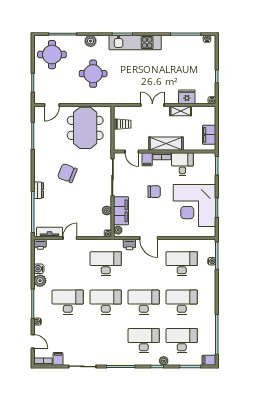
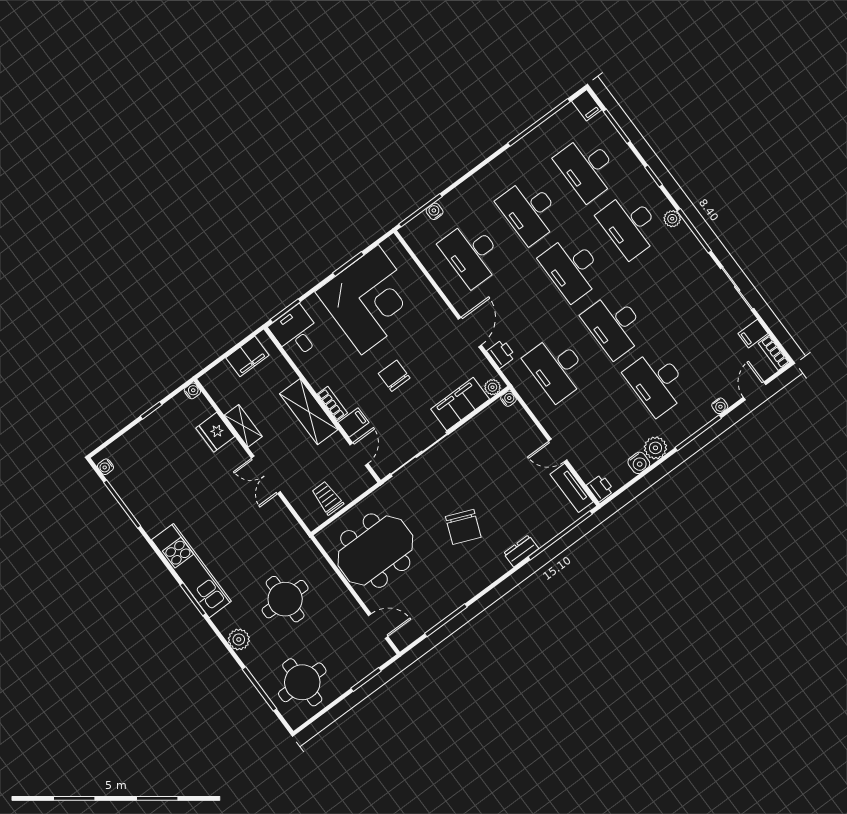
desk: (182, 164) -> (296, 332), moved, turned 90
plant: (107, 211) -> (475, 426), removed
plant: (164, 361) -> (672, 219), moved

